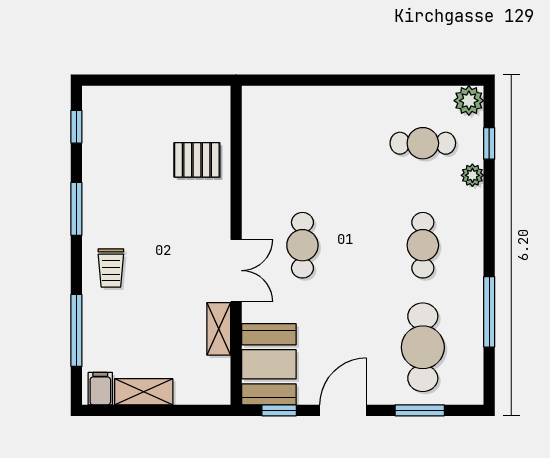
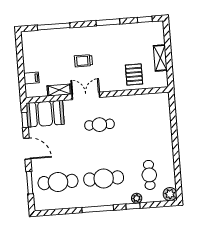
window: (489, 143) -> (133, 206), moved
cafe table: (423, 245) -> (104, 178), width x1.37, depth x1.35
trolley: (111, 268) -> (83, 61), moved
double door: (236, 271) -> (86, 96), swing flipped
window: (489, 312) -> (98, 209), moved
filing cabinet: (100, 389) -> (31, 78), moved
shelving: (144, 392) -> (160, 58), moved

